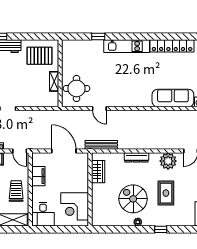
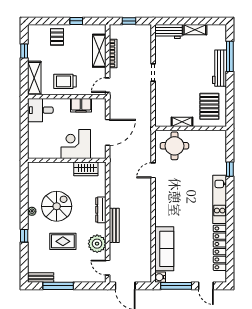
bench: (101, 145) -> (114, 225), moved
trolley: (16, 191) -> (65, 81), turned 180
corner desk: (75, 206) -> (76, 144), moved

